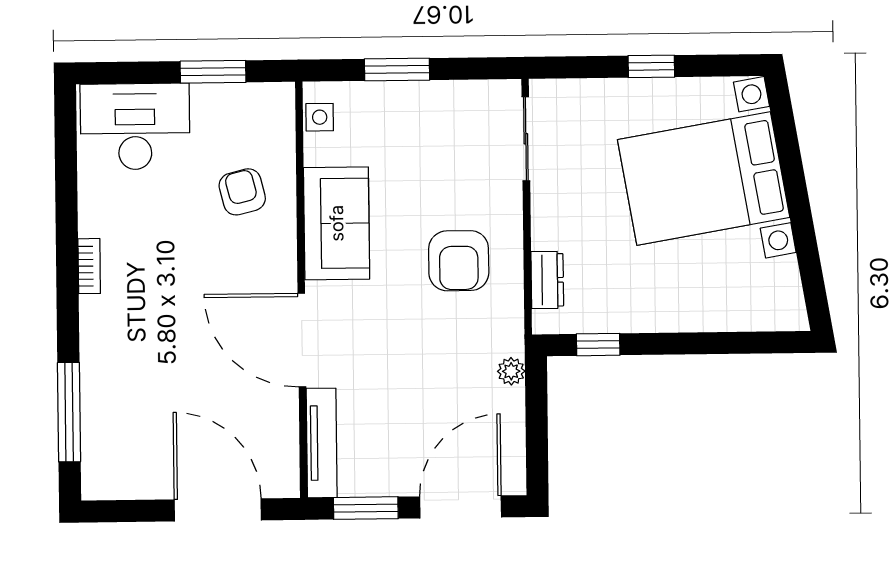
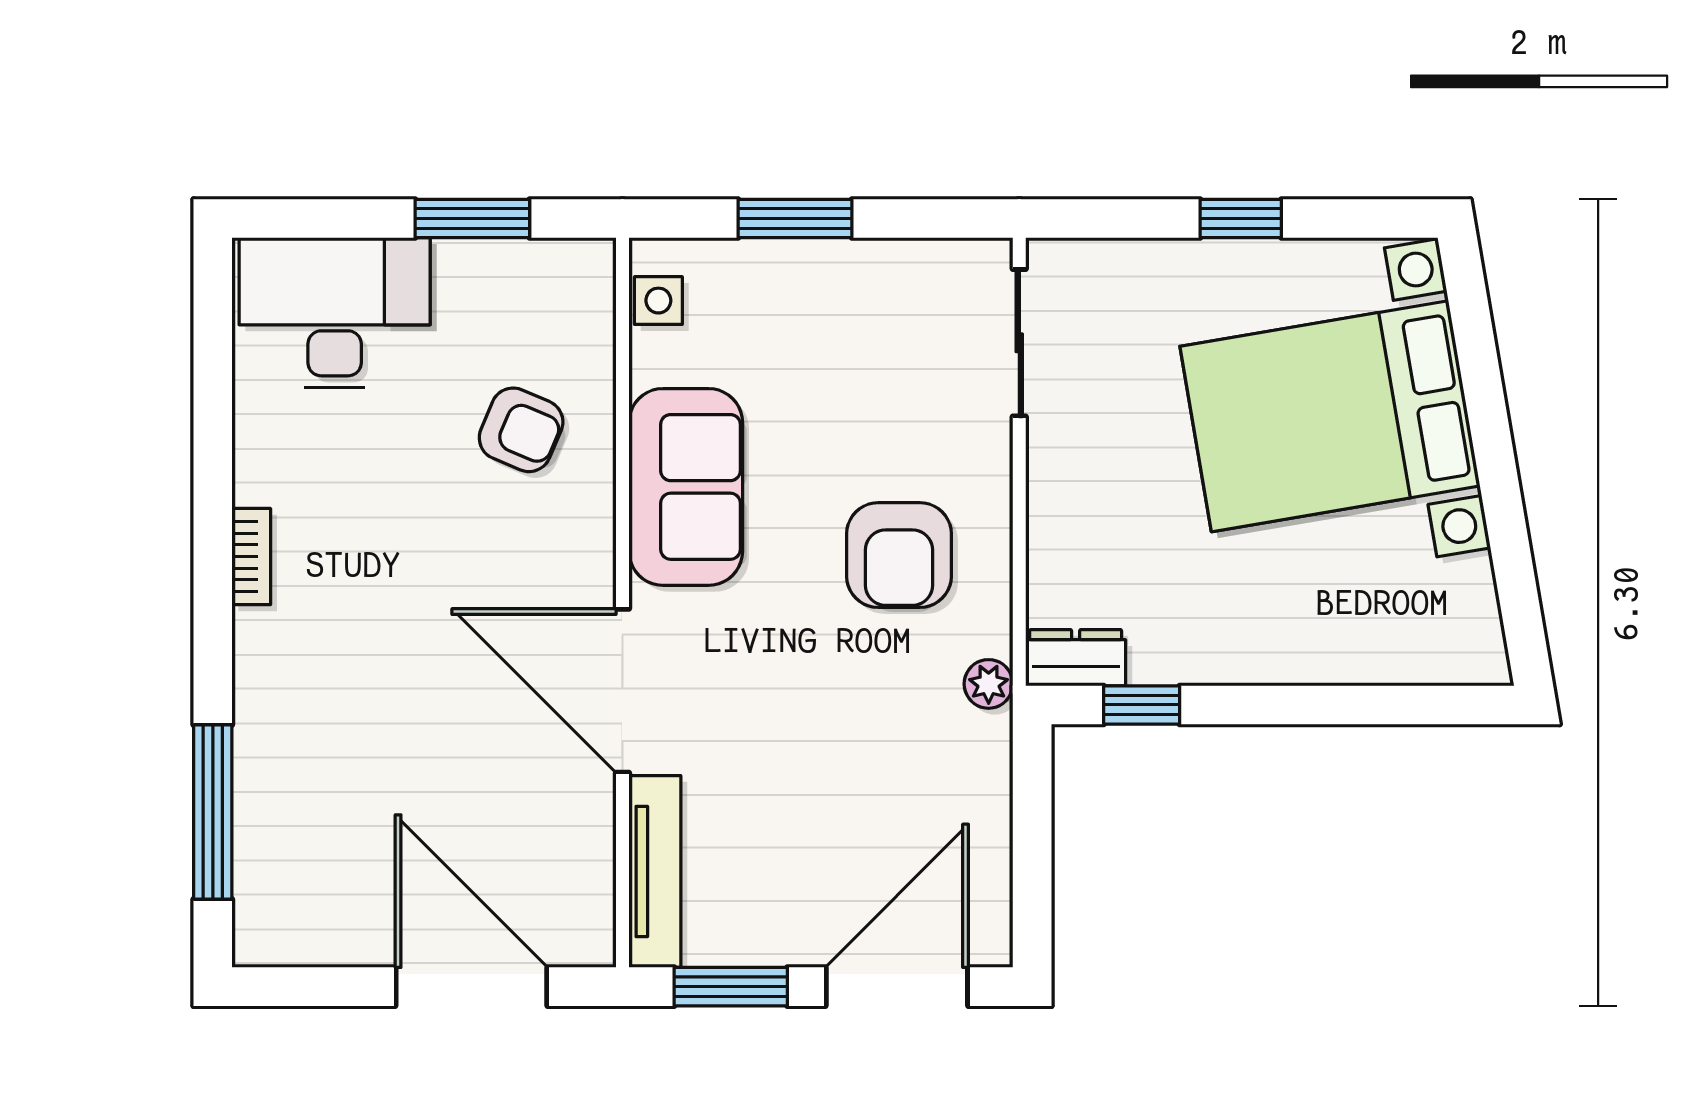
armchair: (242, 192) -> (521, 430), turned 127
dresser: (547, 280) -> (1076, 658), moved, turned -90
plant: (511, 371) -> (989, 684), moved

